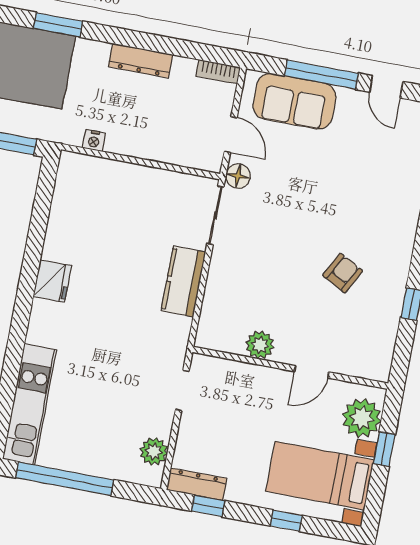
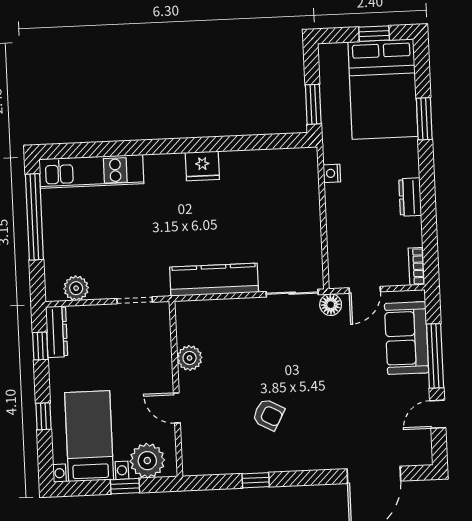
dresser: (140, 61) -> (410, 197), width x0.70
kitchen counter: (183, 281) -> (214, 280), width x1.50

